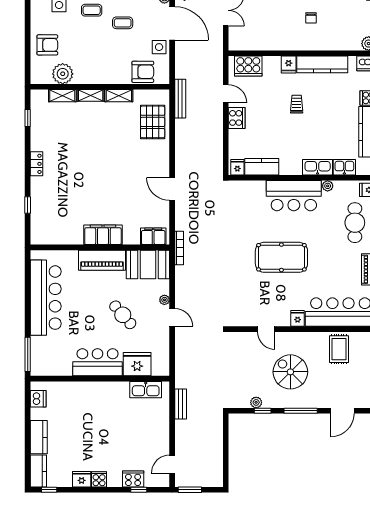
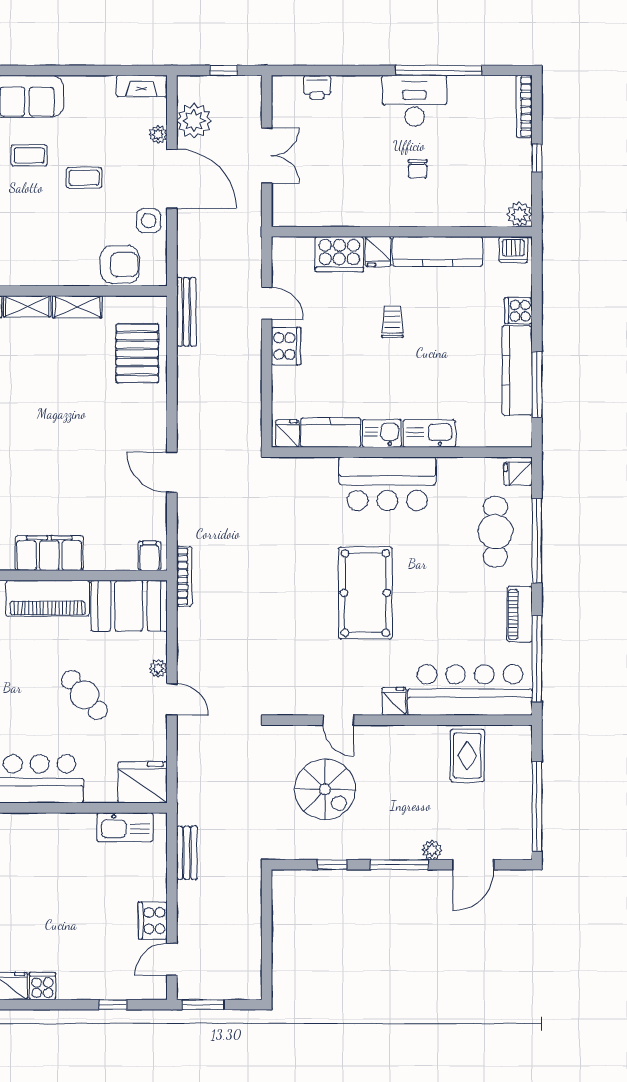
cooker: (248, 66) -> (339, 254), moved
kitchen sink: (344, 167) -> (382, 433), moved
plant: (328, 186) -> (447, 467), removed
filing cabinet: (153, 236) -> (149, 556), width x0.50
pool table: (281, 257) -> (365, 593), turned 90
fridge: (137, 364) -> (143, 782), moved
spiral stairs: (290, 372) -> (325, 789), moved, turned 180
plant: (256, 402) -> (432, 850), moved
cooker: (133, 479) -> (153, 921), moved, turned -90

